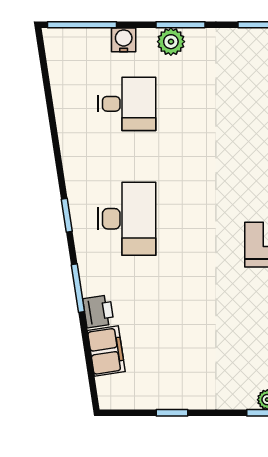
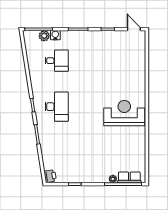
plant: (171, 42) -> (44, 36), moved
printer: (98, 311) -> (50, 176), moved
filing cabinet: (106, 351) -> (48, 160), removed

